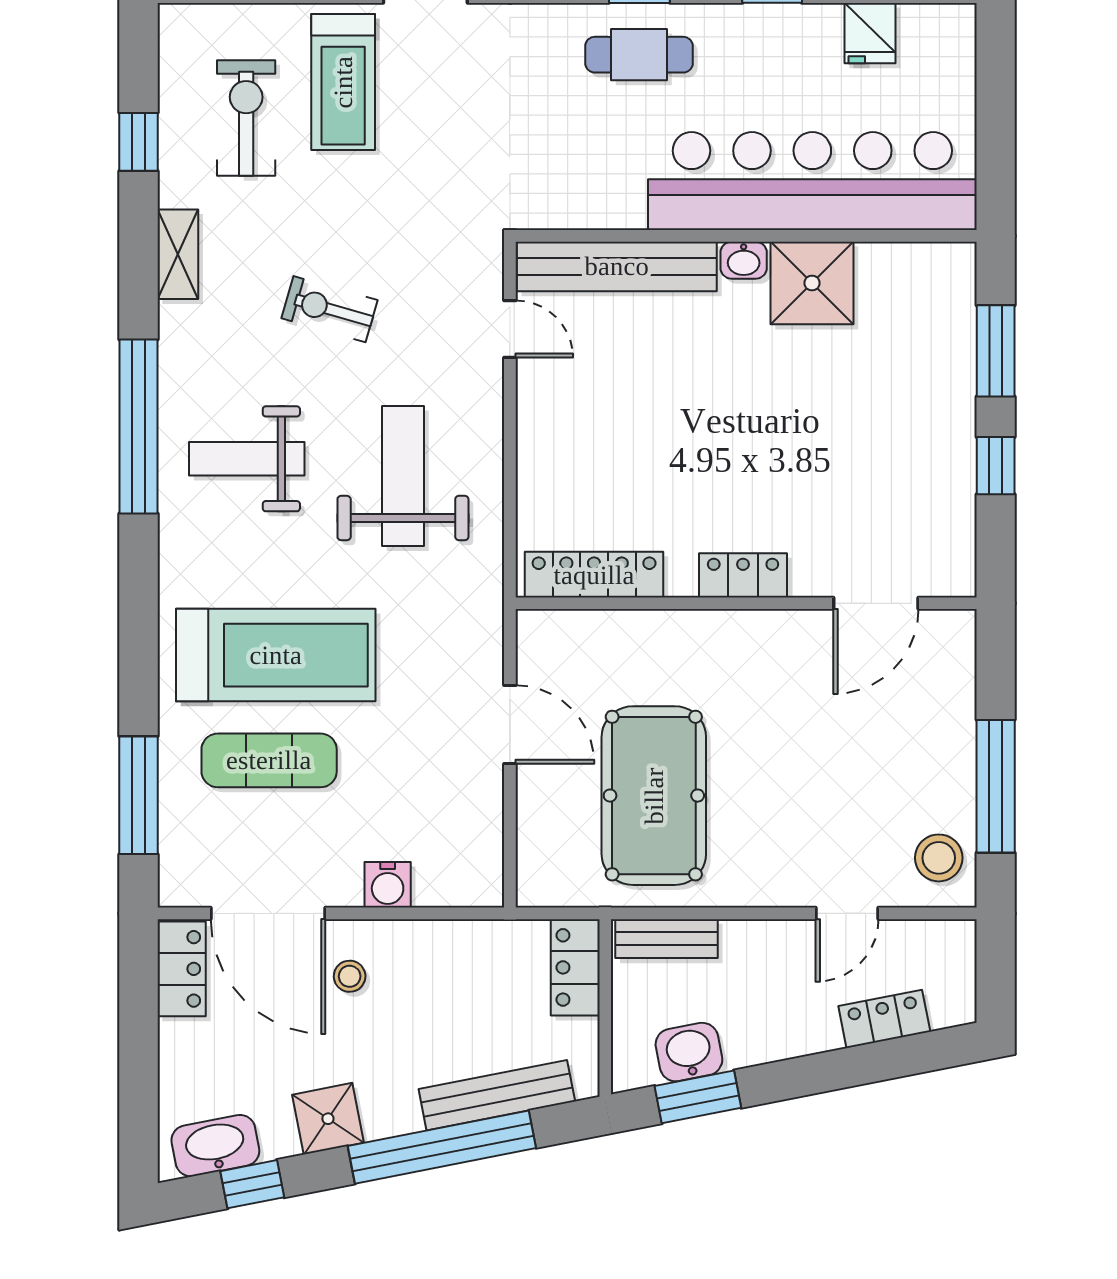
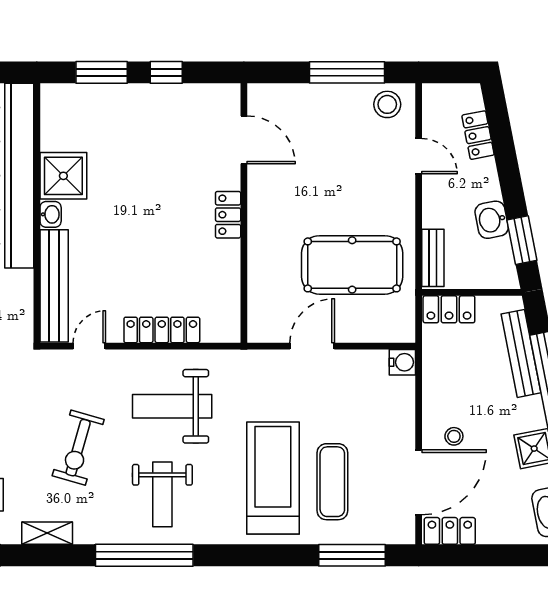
exercise bike: (330, 309) -> (78, 448), width x1.38, depth x1.39
locker: (594, 575) -> (162, 330), moved, turned 90
water cooler: (388, 885) -> (402, 362), moved
washbasin: (689, 1052) -> (492, 220), moved

